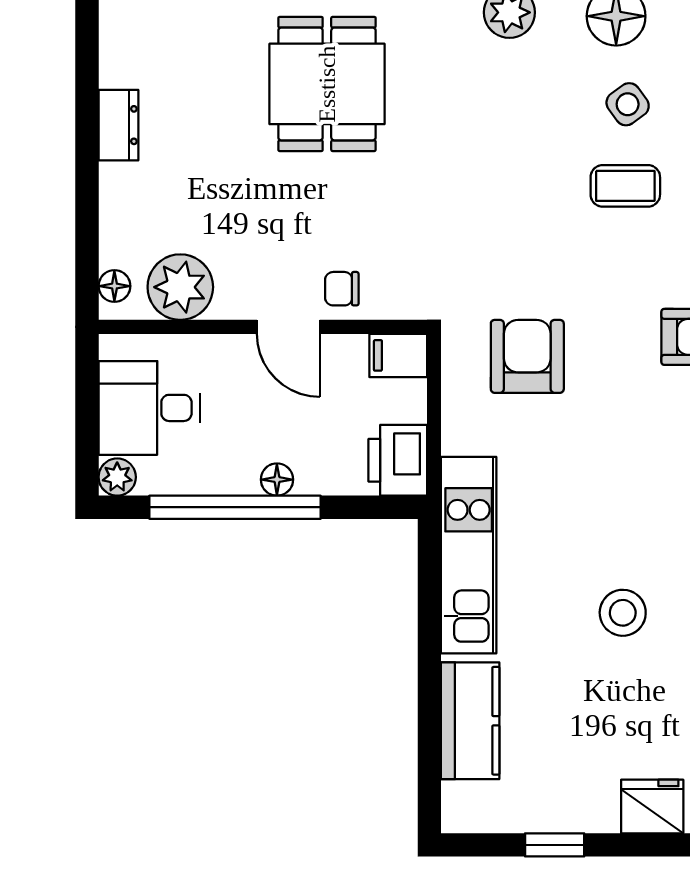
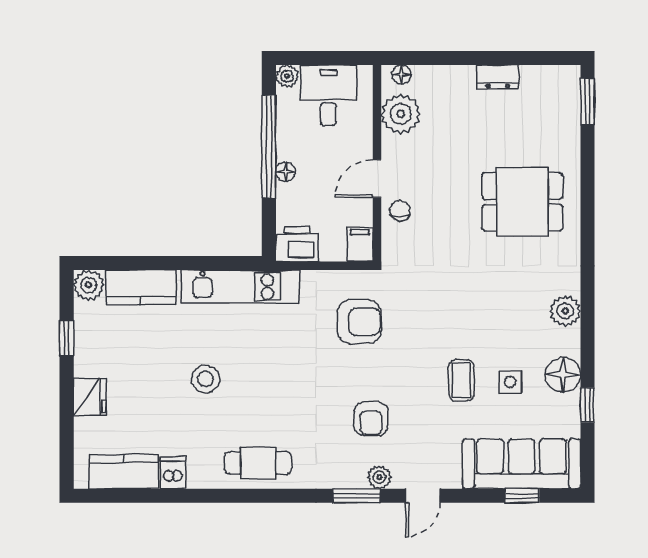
side table: (628, 104) -> (510, 382), turned 36
plant: (466, 808) -> (89, 285), added

